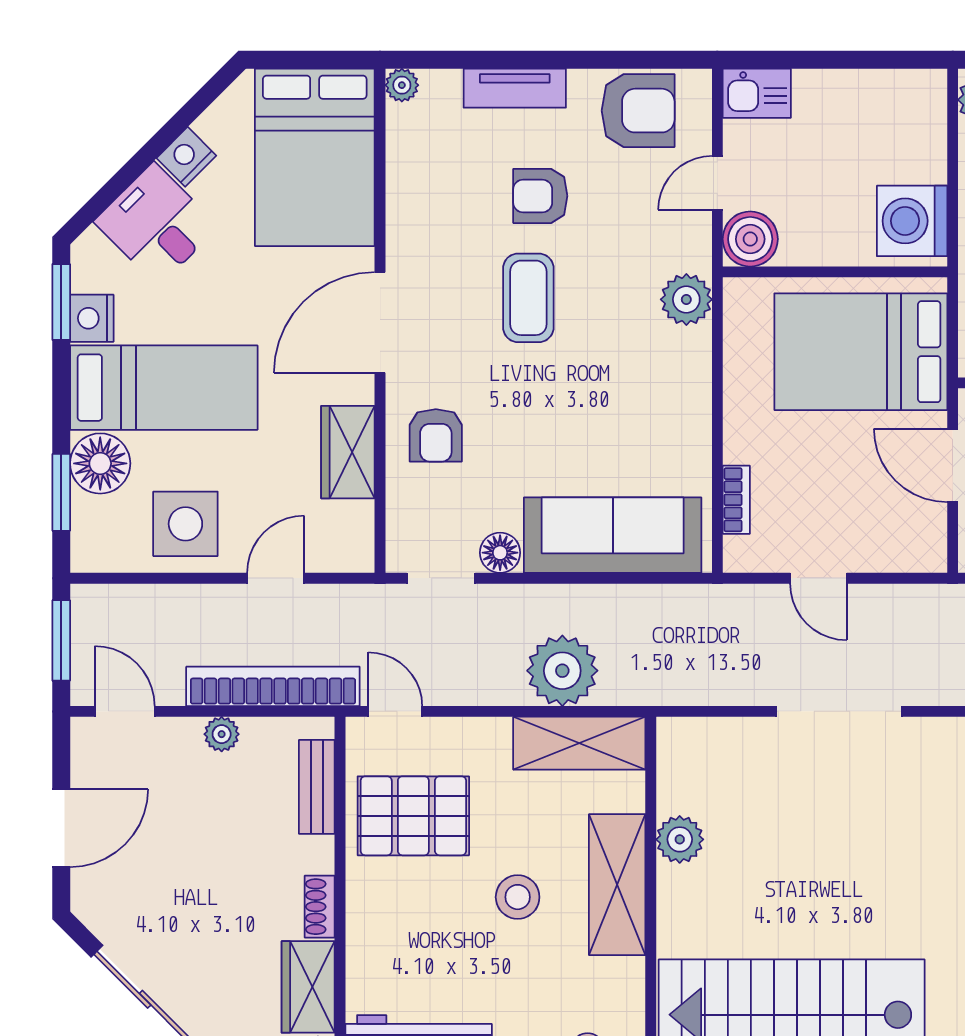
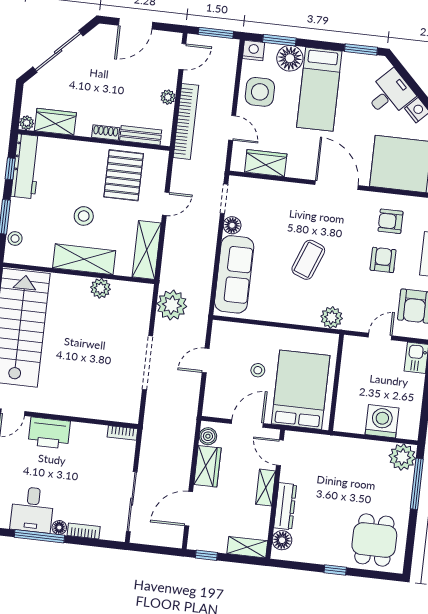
door: (717, 183) -> (380, 336), hinge flipped
washing machine: (912, 221) -> (382, 421), moved
boiler: (750, 239) -> (354, 348), removed
coffee table: (528, 298) -> (308, 260), moved, turned -69
nightstand: (92, 318) -> (254, 50), moved
armchair: (436, 435) -> (391, 221), moved
wardrobe: (348, 452) -> (266, 163), moved
stool: (827, 456) -> (258, 370), added
bookcase: (736, 500) -> (243, 329), removed
plant: (562, 671) -> (172, 305), moved
door: (395, 711) -> (166, 204), moved
door: (61, 828) -> (135, 24), hinge flipped
shoe rack: (320, 907) -> (106, 133), moved

